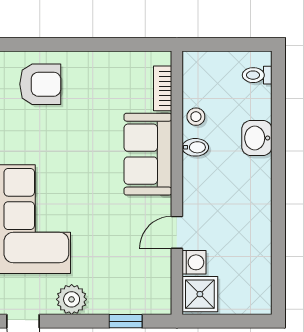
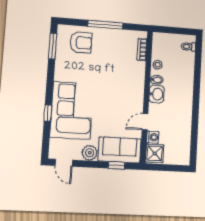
window: (86, 44) -> (105, 25), added
washbasin: (257, 138) -> (157, 94), moved, turned 180
sofa: (148, 154) -> (120, 150), moved, turned 90

